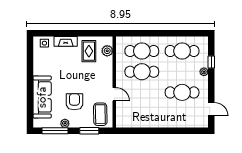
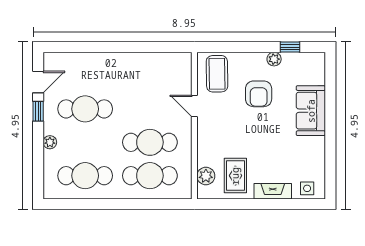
window: (211, 62) -> (38, 111), moved
sofa: (42, 97) -> (311, 111), width x0.73
door: (211, 109) -> (38, 82), swing flipped
window: (55, 131) -> (290, 47), width x0.46
window: (89, 131) -> (235, 47), removed

